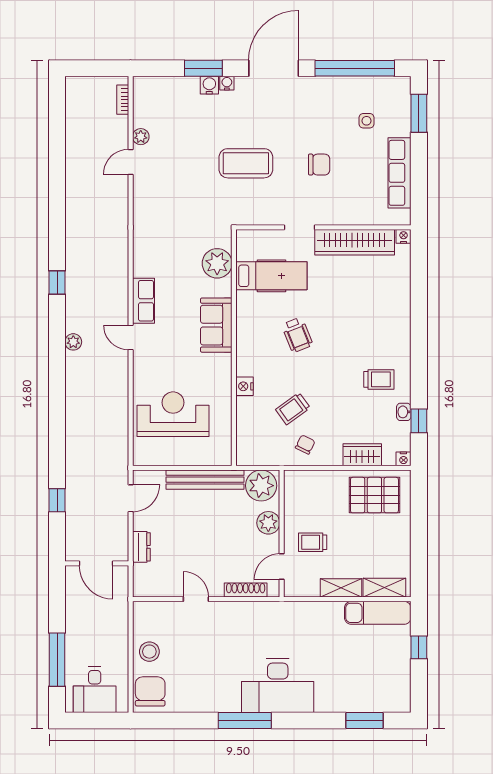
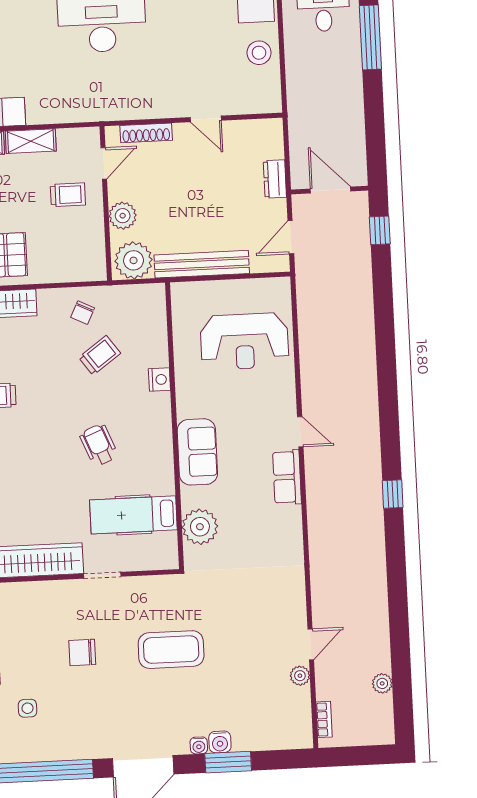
plant: (73, 342) -> (382, 683), moved
door: (96, 563) -> (331, 190), moved
wall: (97, 563) -> (330, 190), moved

